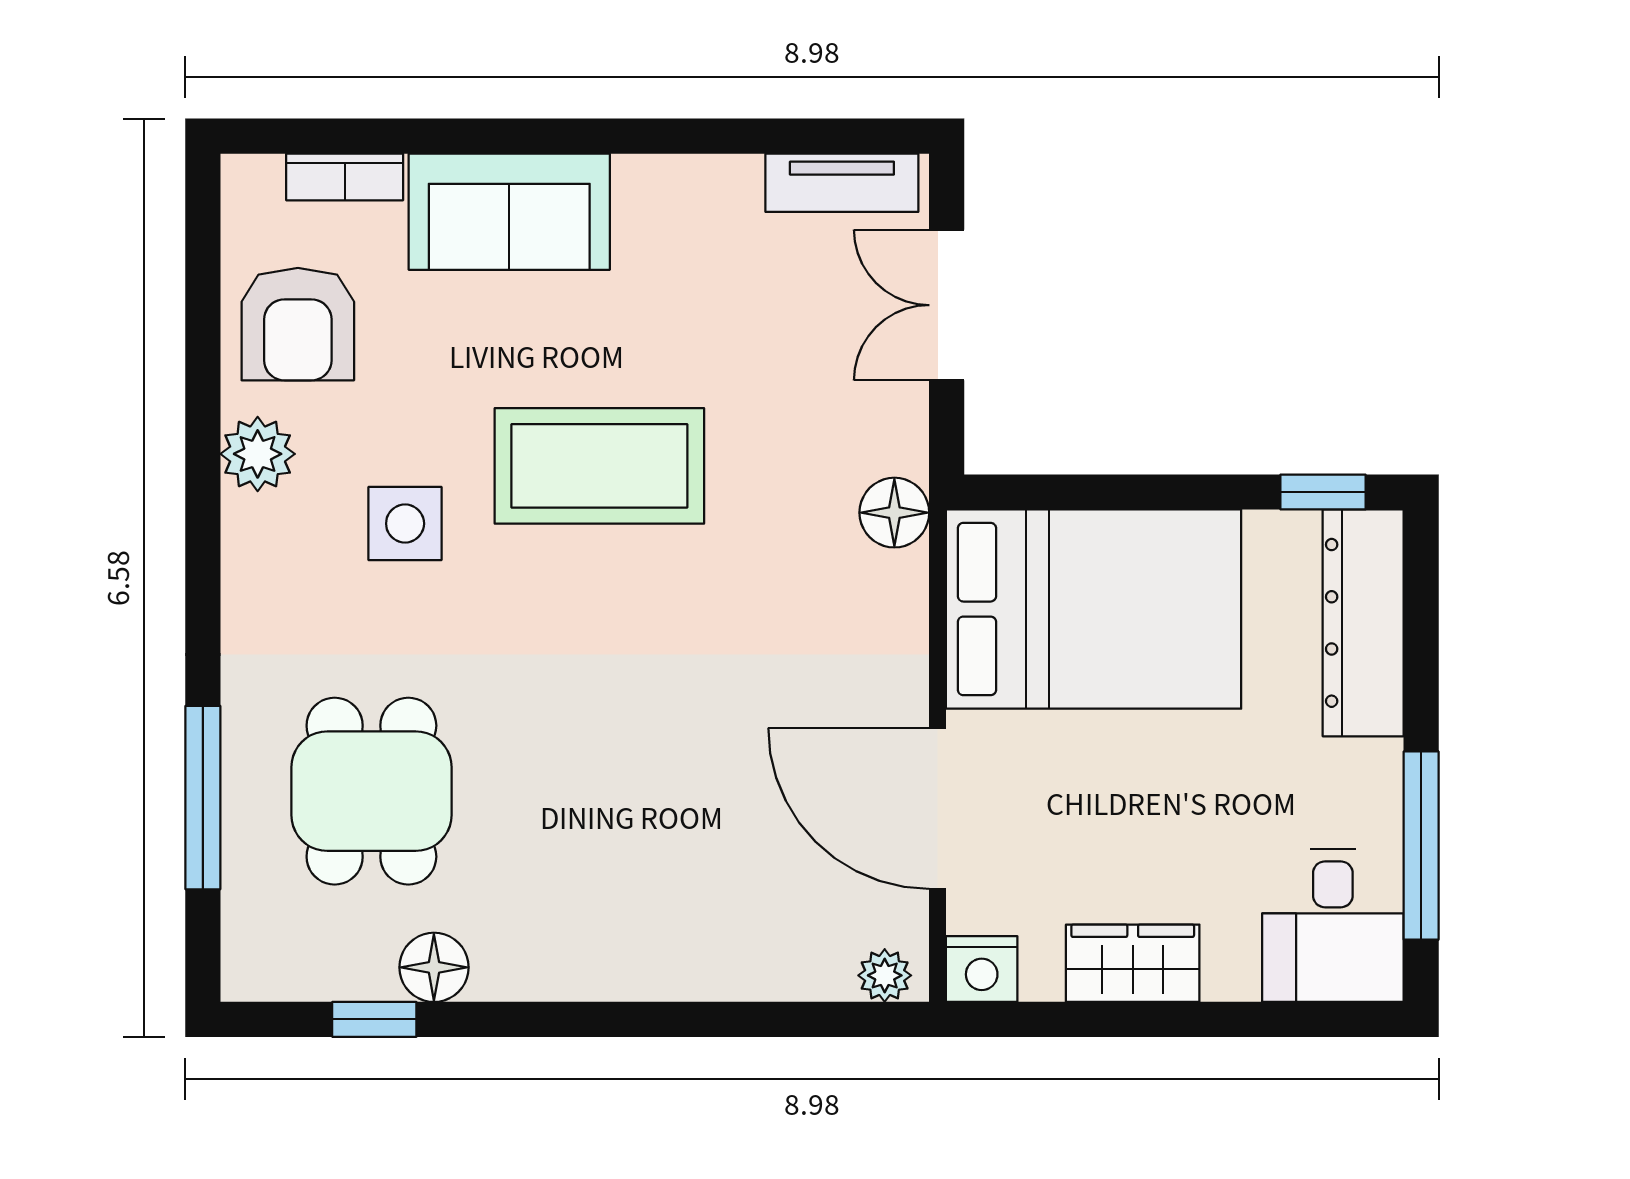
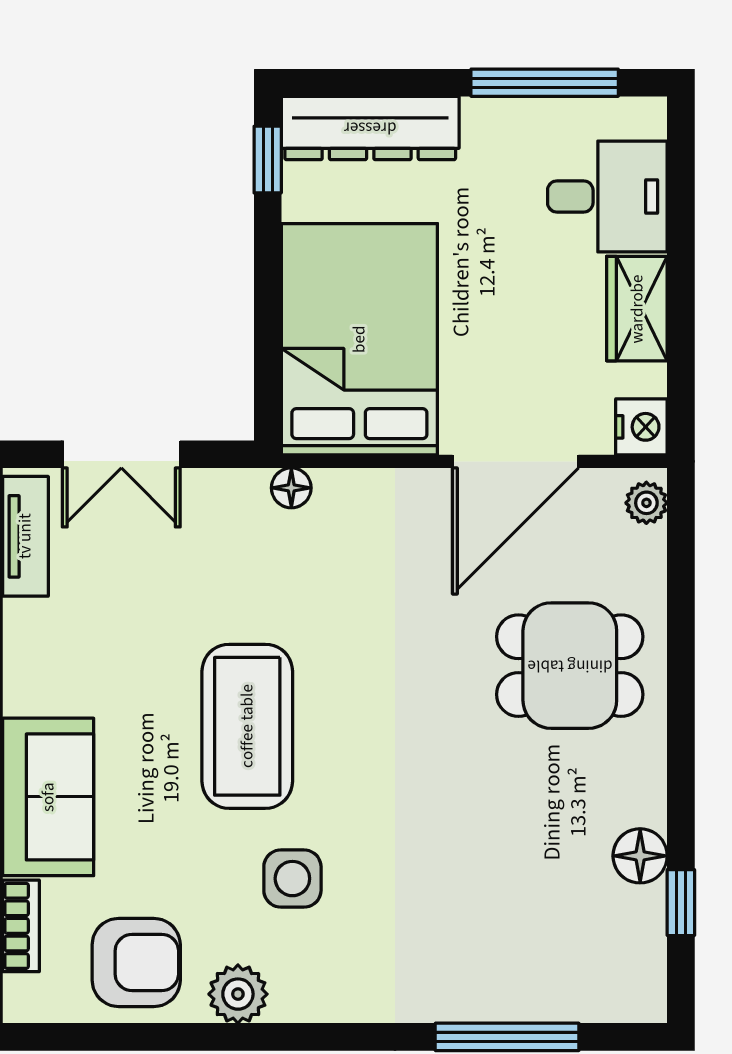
floor lamp: (894, 513) -> (291, 488), width x0.73, depth x0.73
dining table: (371, 791) -> (570, 666), moved
desk: (1333, 926) -> (607, 196), moved

